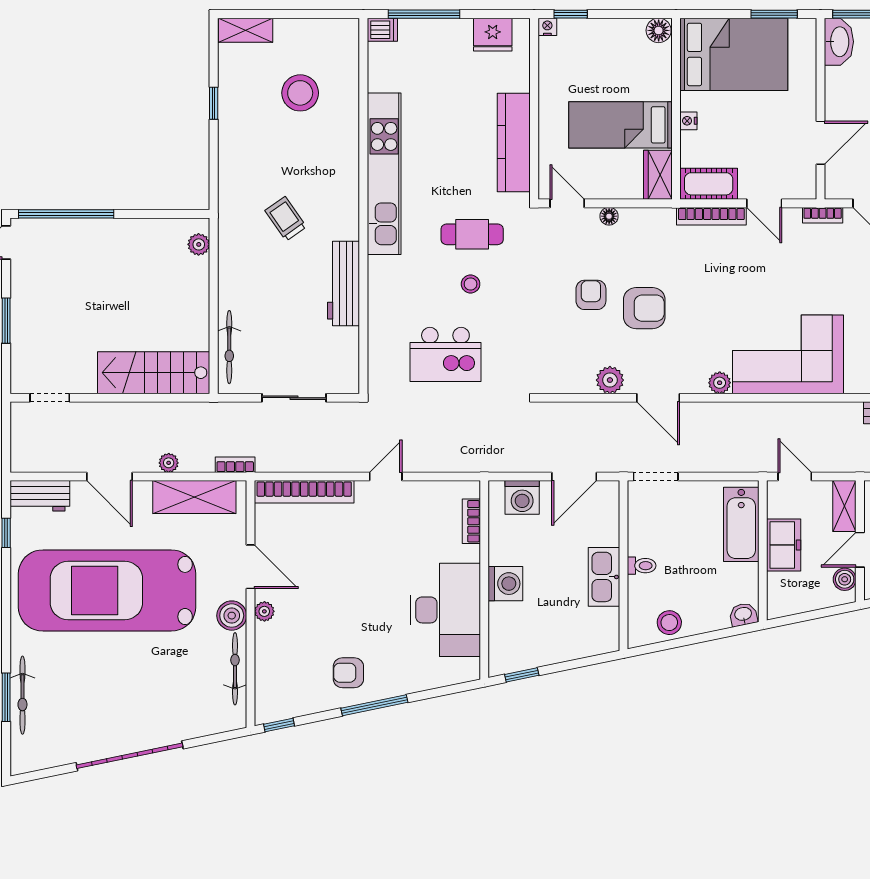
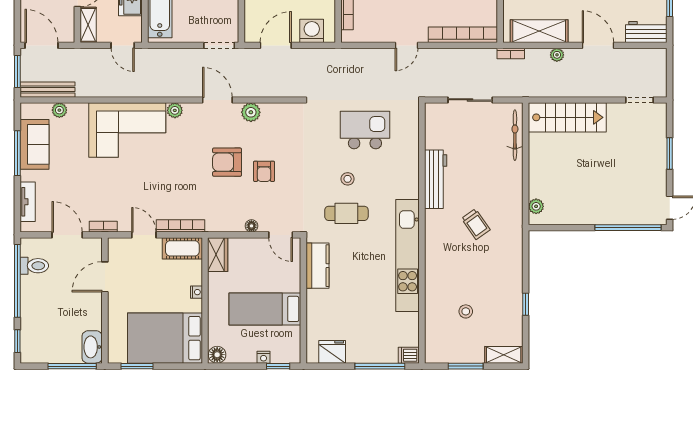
window: (300, 14) -> (466, 366), added
nightstand: (547, 27) -> (264, 357), moved
stool: (300, 93) -> (466, 311), width x0.53, depth x0.53
bed: (620, 125) -> (265, 309), moved, turned 180
kitchen counter: (514, 142) -> (318, 266), width x0.67

